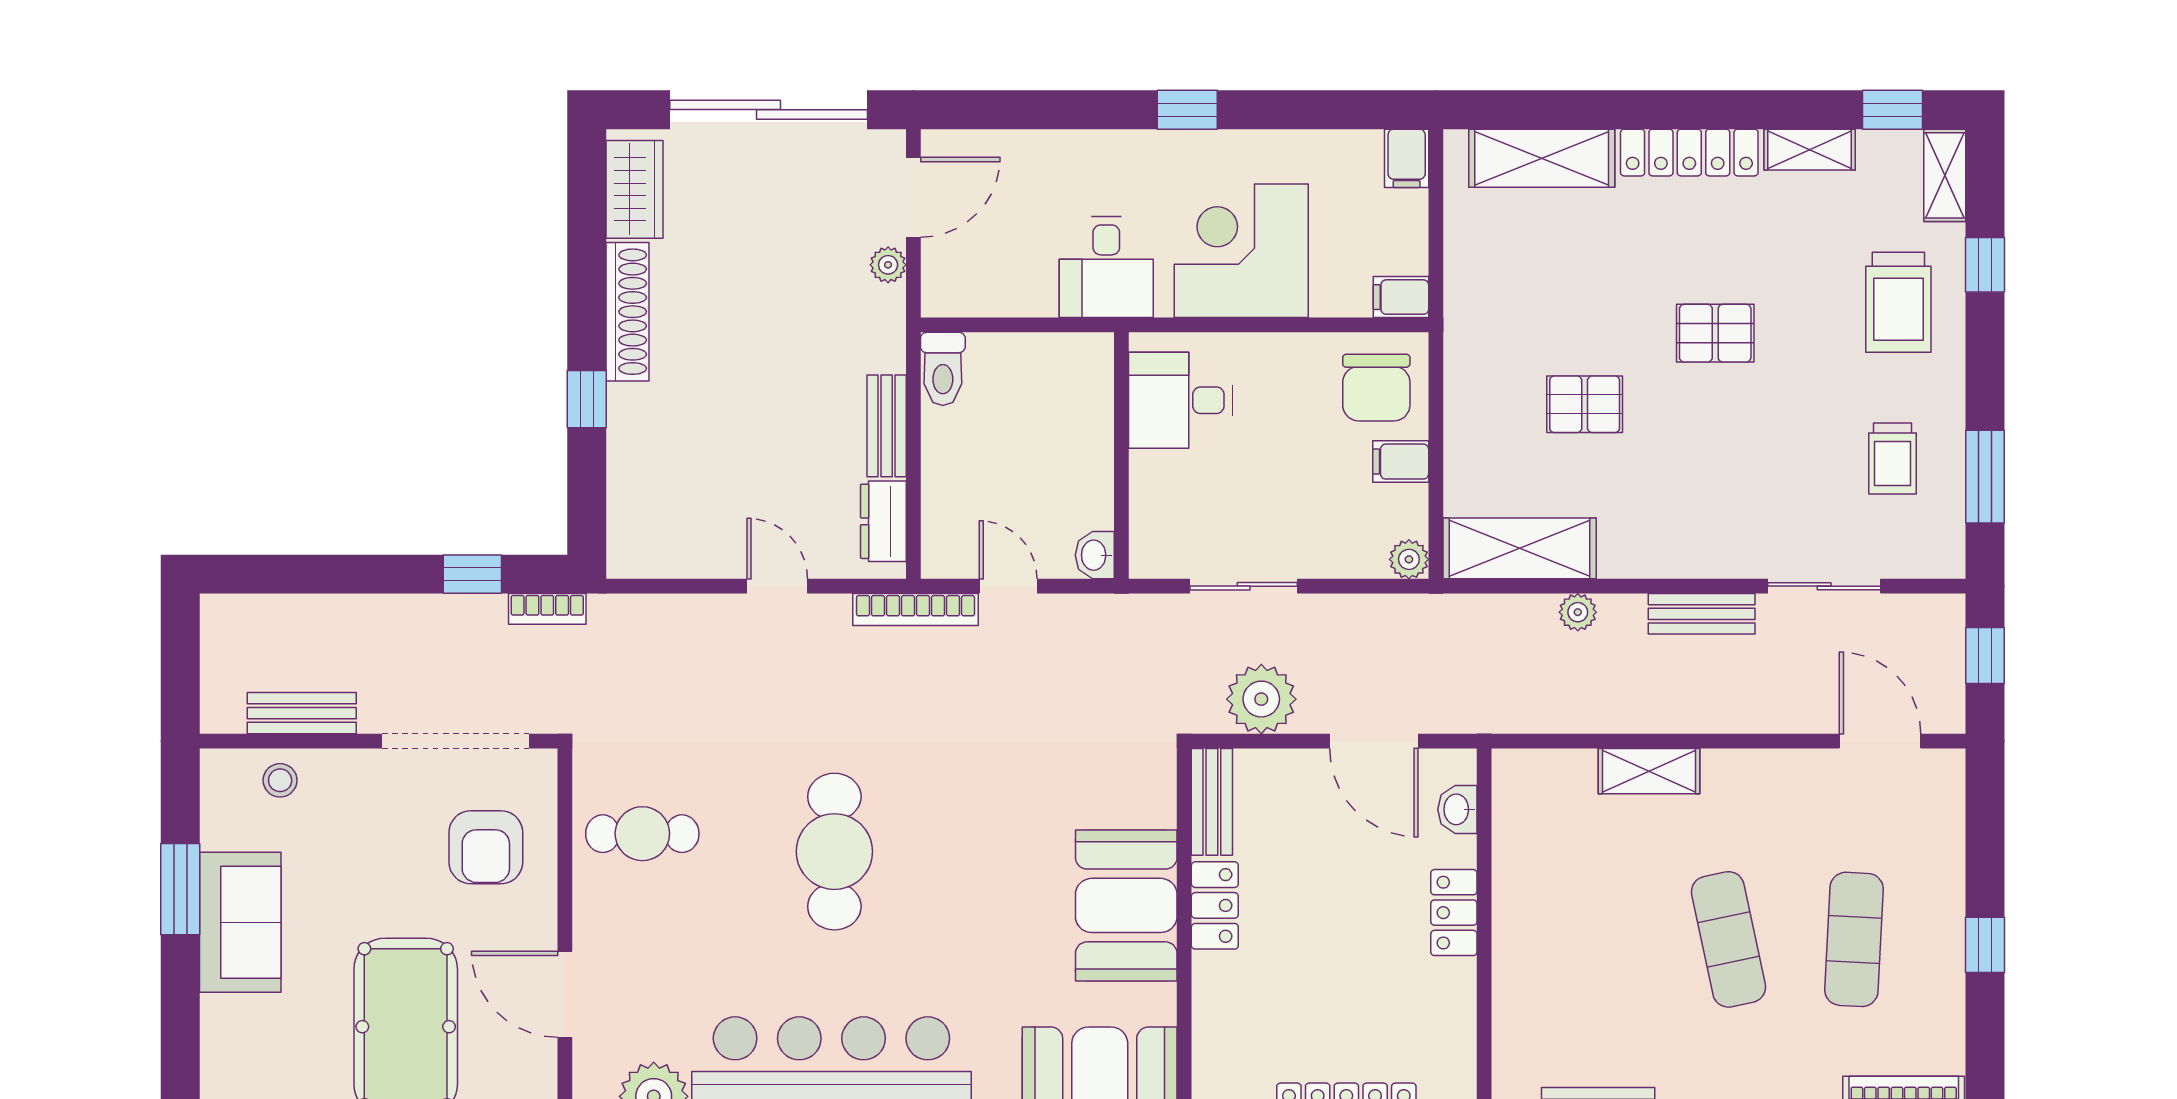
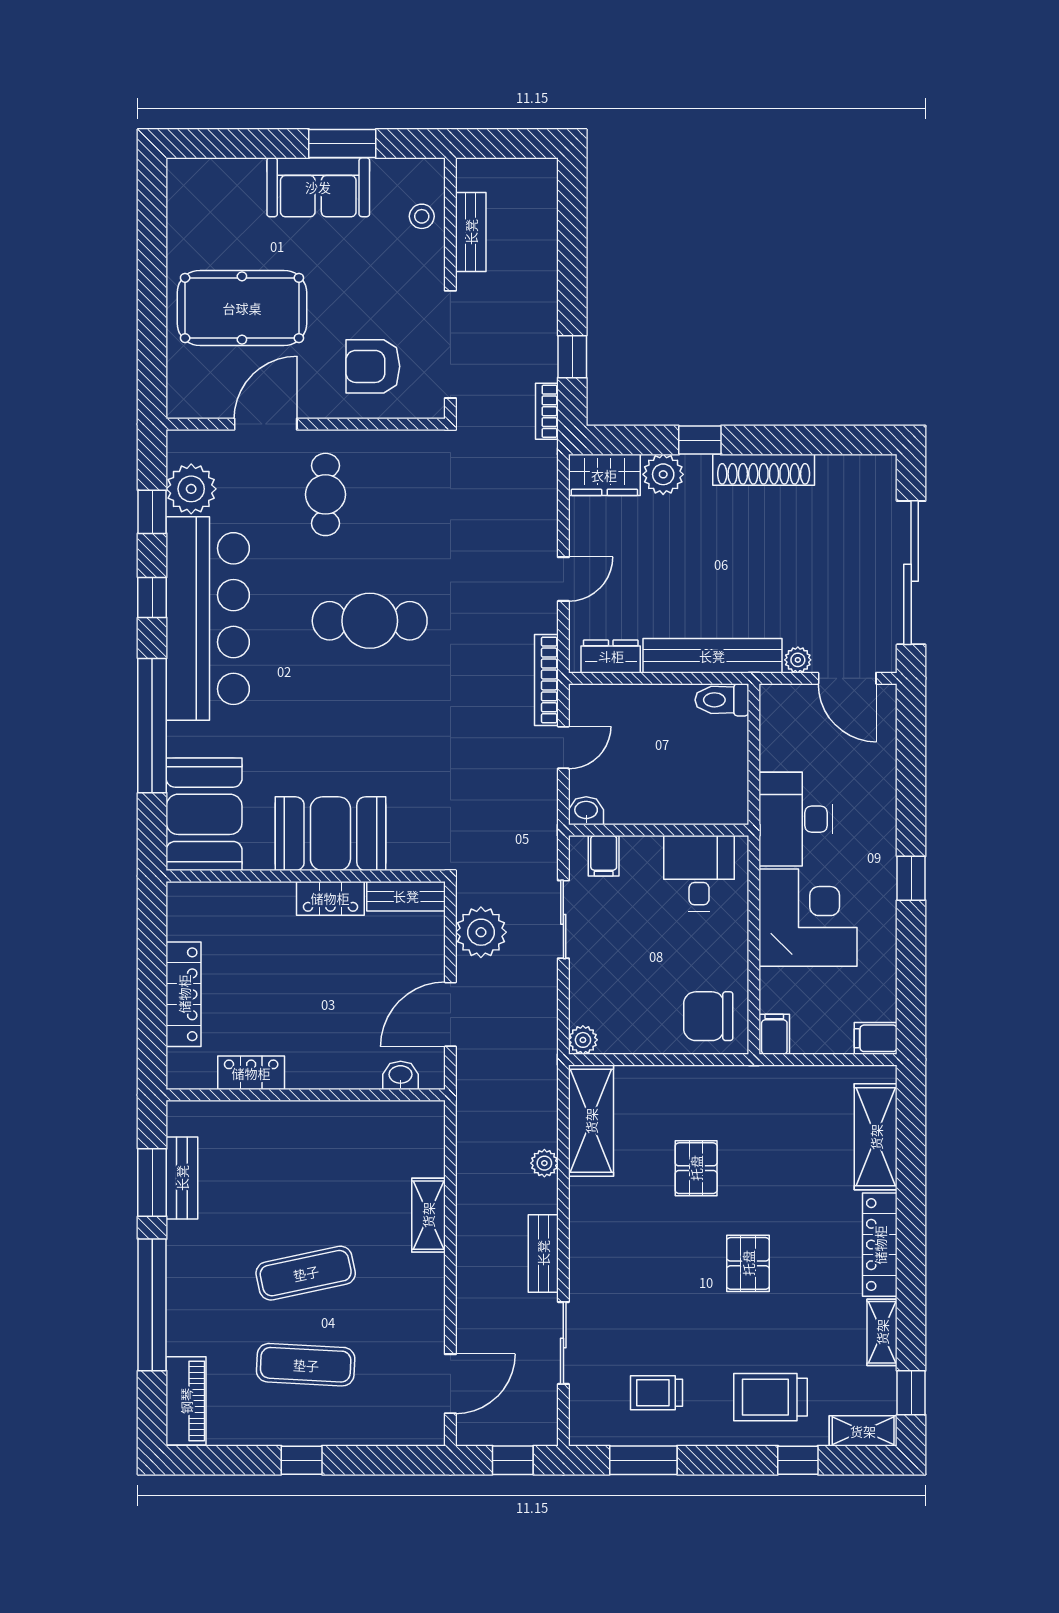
wardrobe: (635, 189) -> (604, 475), moved
desk: (1106, 267) -> (796, 819), width x1.37
bench: (887, 426) -> (712, 656), width x1.86, depth x1.21
plant: (634, 449) -> (663, 474), added
filing cabinet: (1401, 462) -> (604, 856), moved, turned 180
cafe table: (642, 834) -> (325, 494), moved
locker: (1454, 913) -> (251, 1073), moved

